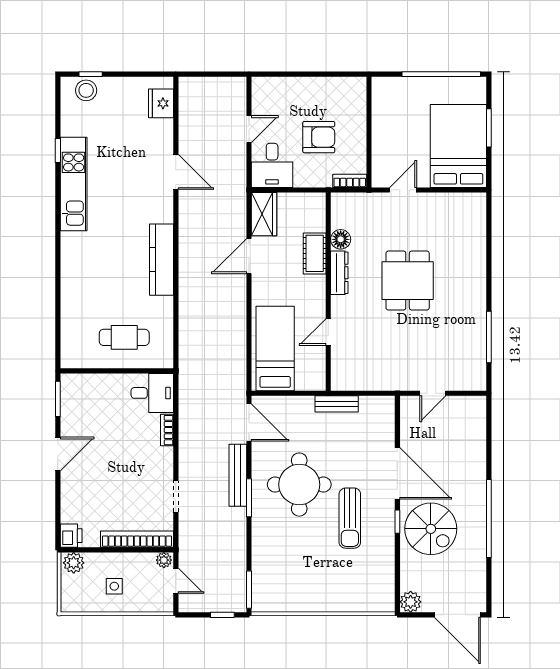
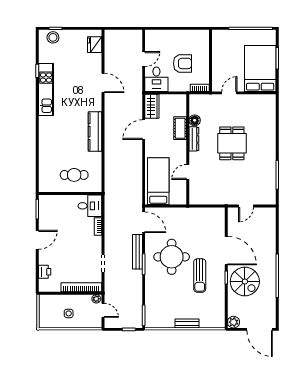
bench: (337, 404) -> (187, 323), moved
printer: (71, 536) -> (45, 272), moved
plant: (74, 563) -> (46, 300), removed

